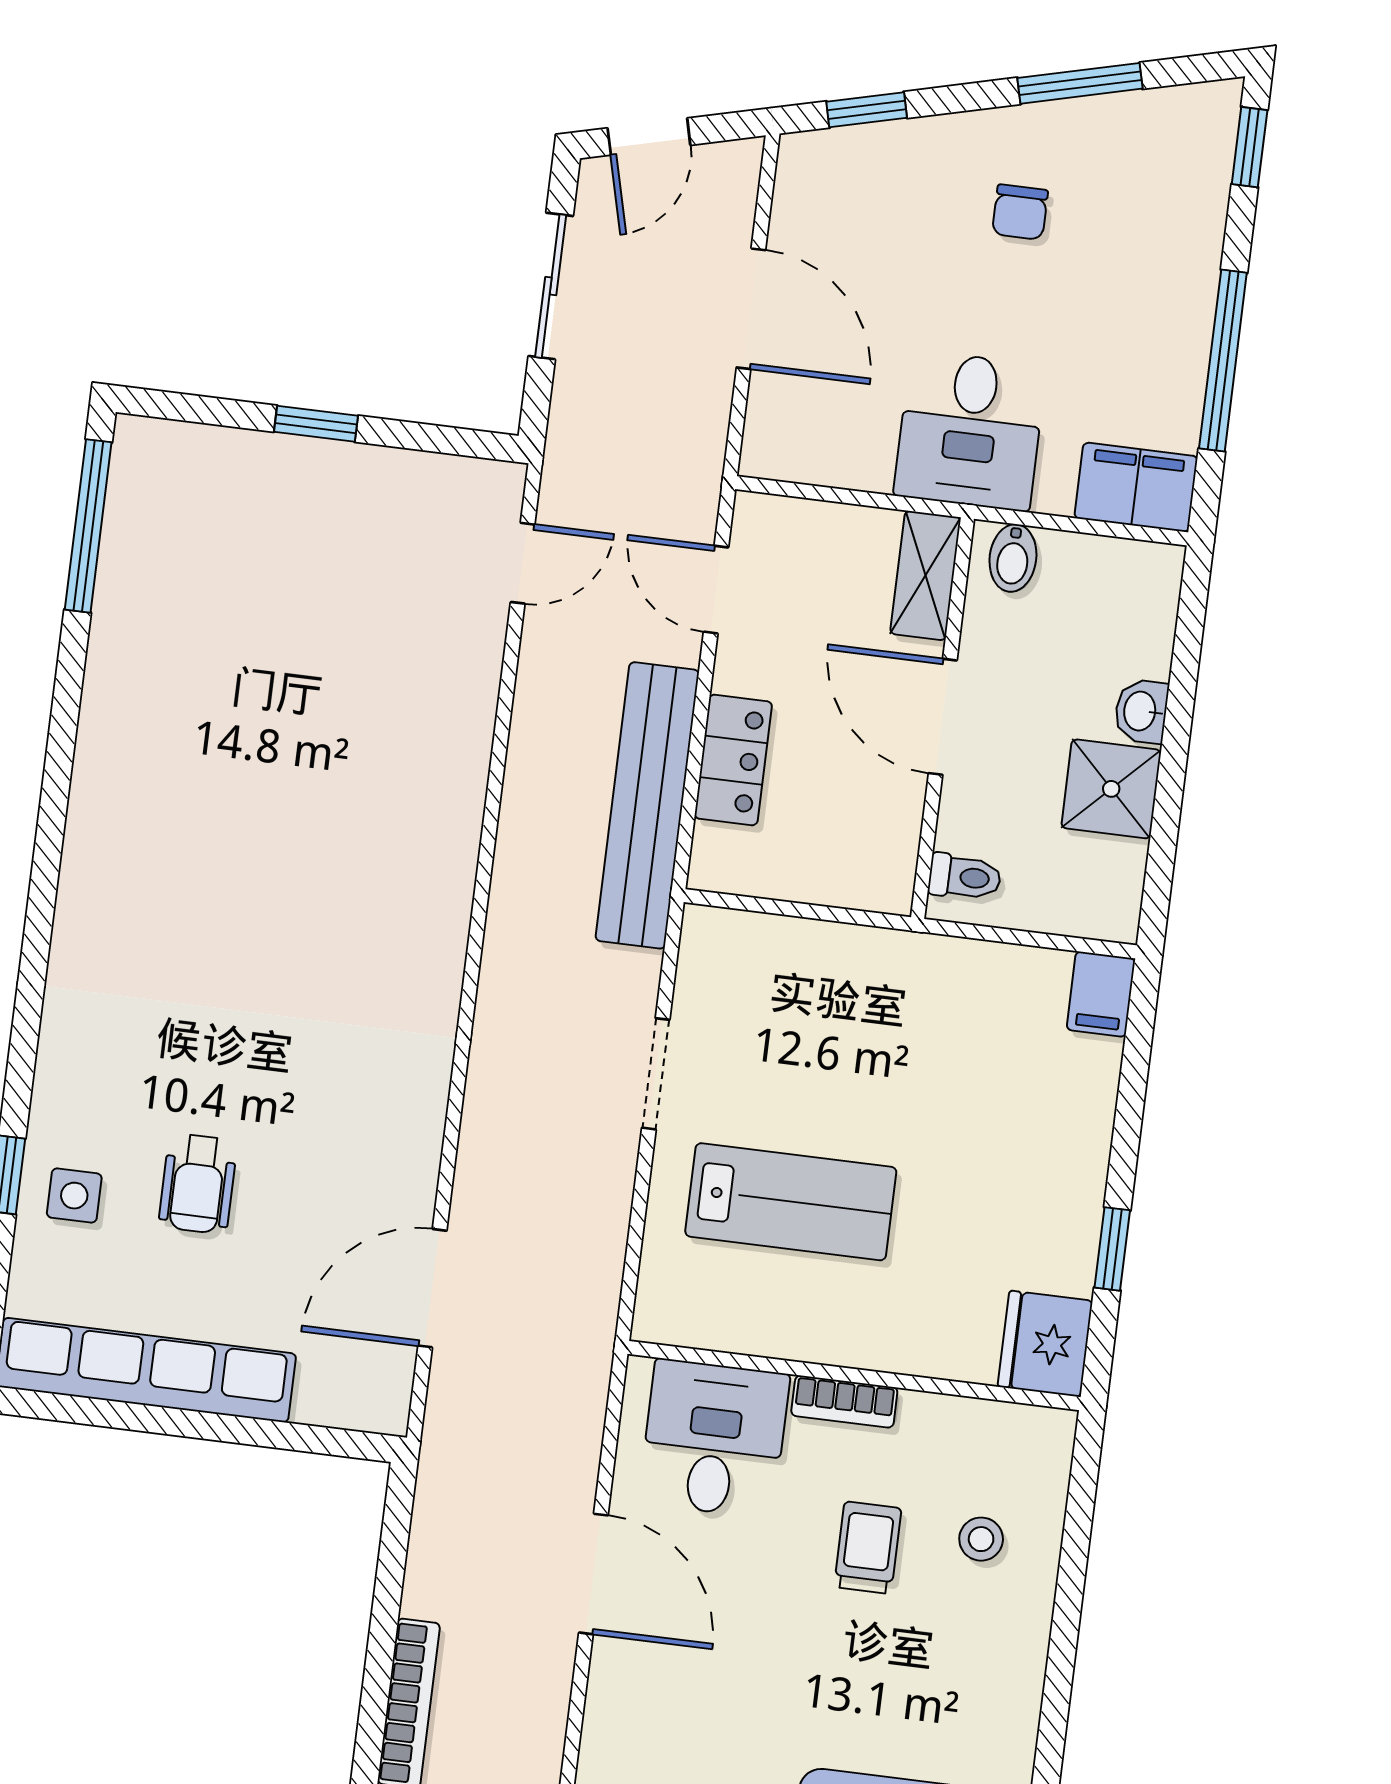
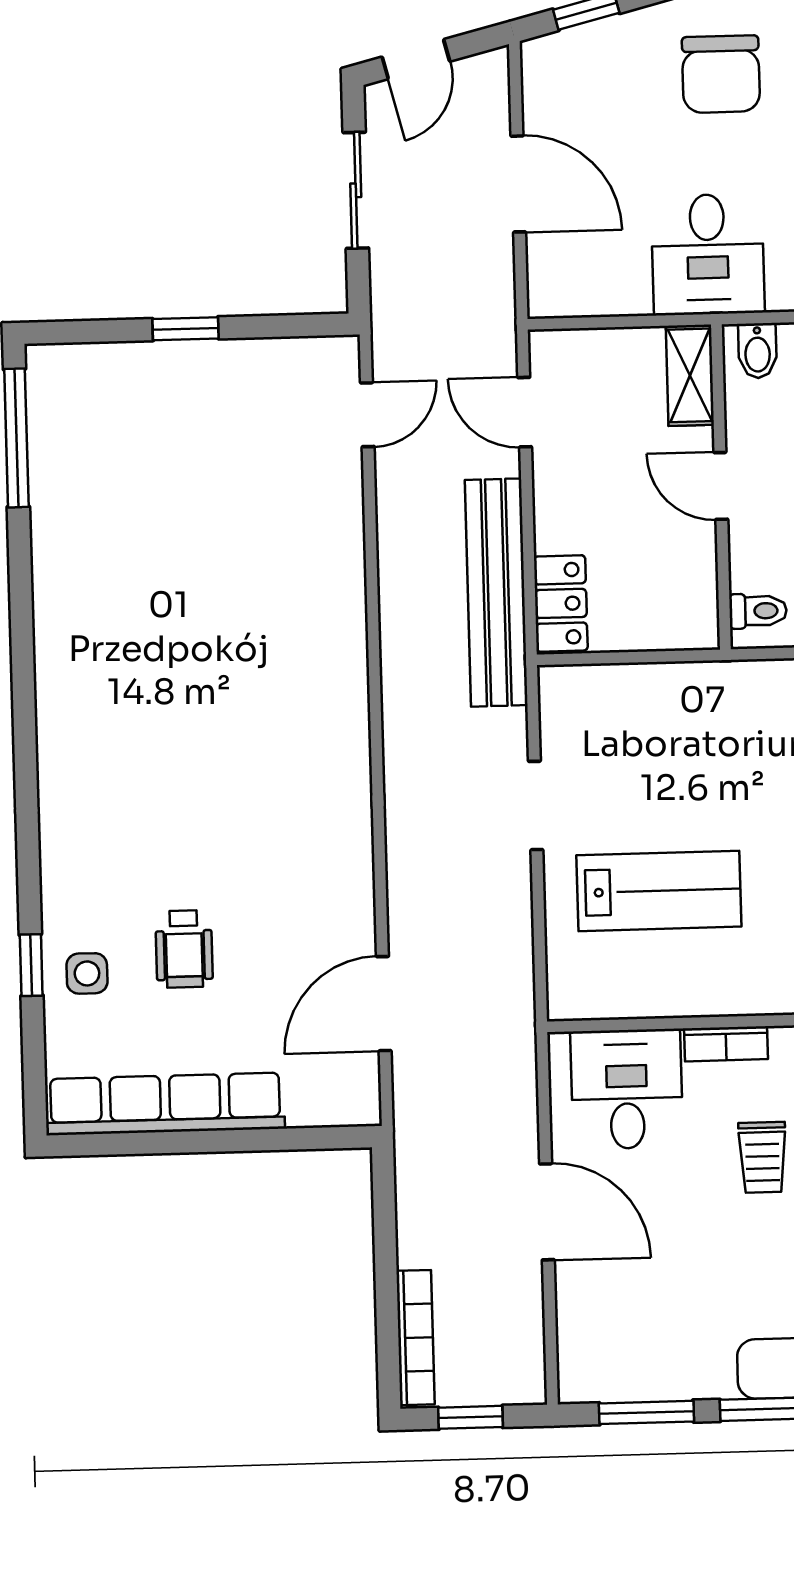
chair: (1020, 212) -> (721, 74), width x1.87, depth x1.87
door: (943, 717) -> (721, 486), width x0.73
locker: (733, 760) -> (561, 603), moved
trolley: (868, 1548) -> (762, 1157), turned 180

